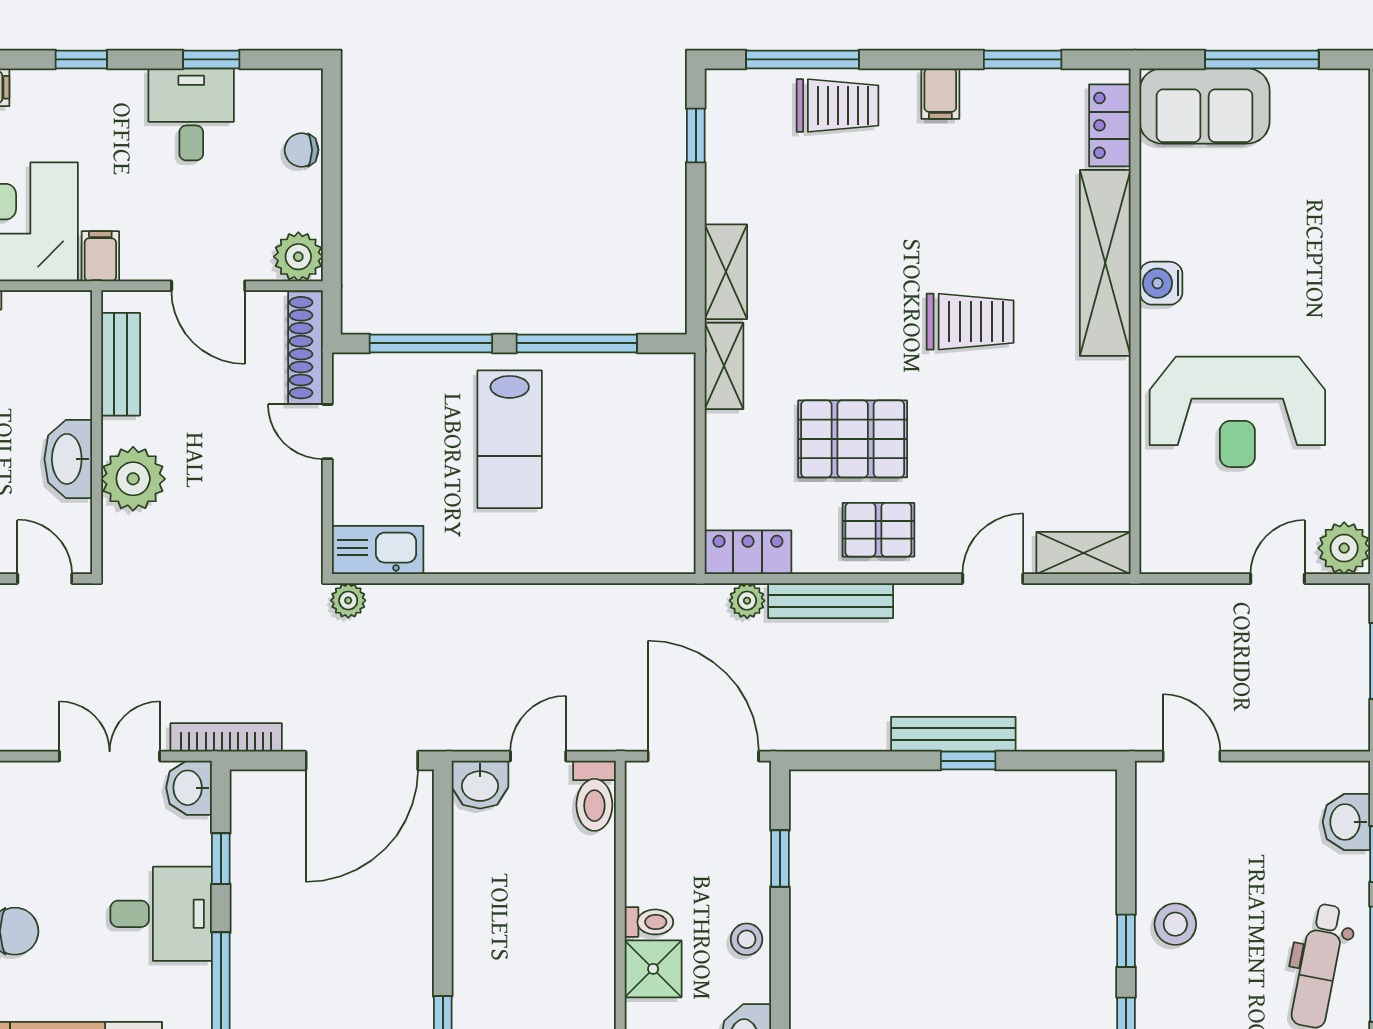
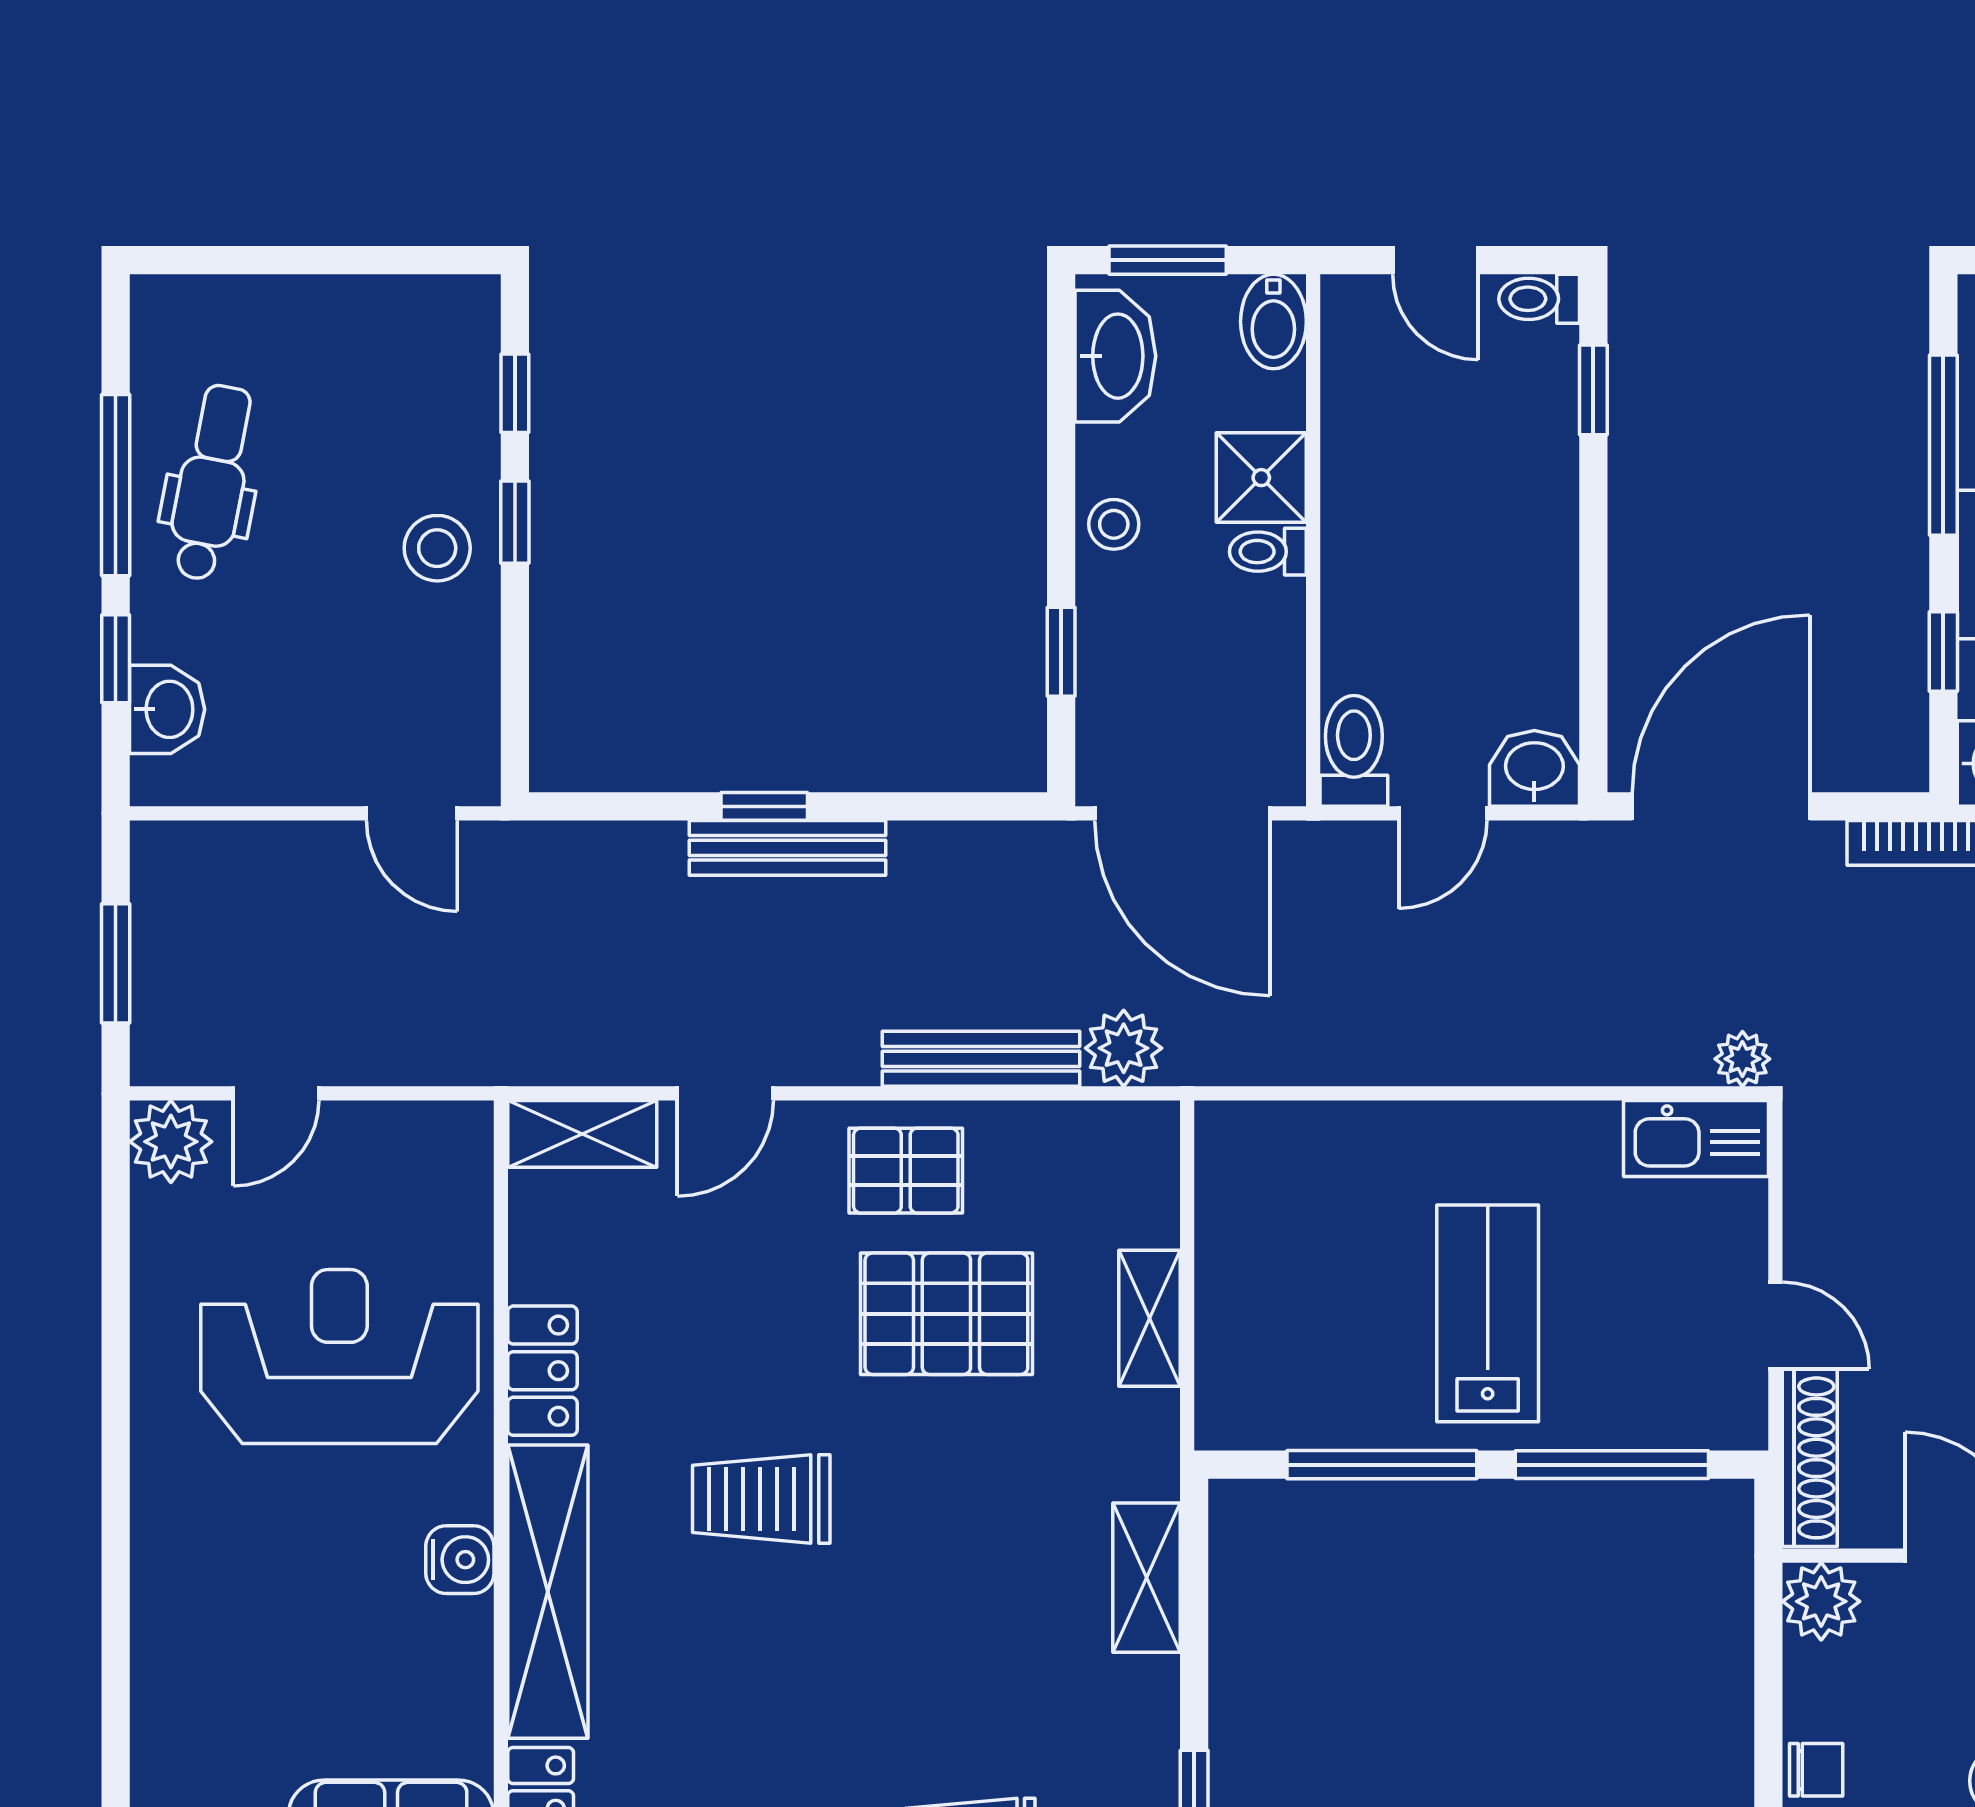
shelving: (724, 366) -> (1149, 1318), moved
locker: (748, 552) -> (542, 1371), moved, turned -90
plant: (747, 601) -> (1124, 1048), width x1.38, depth x1.38

